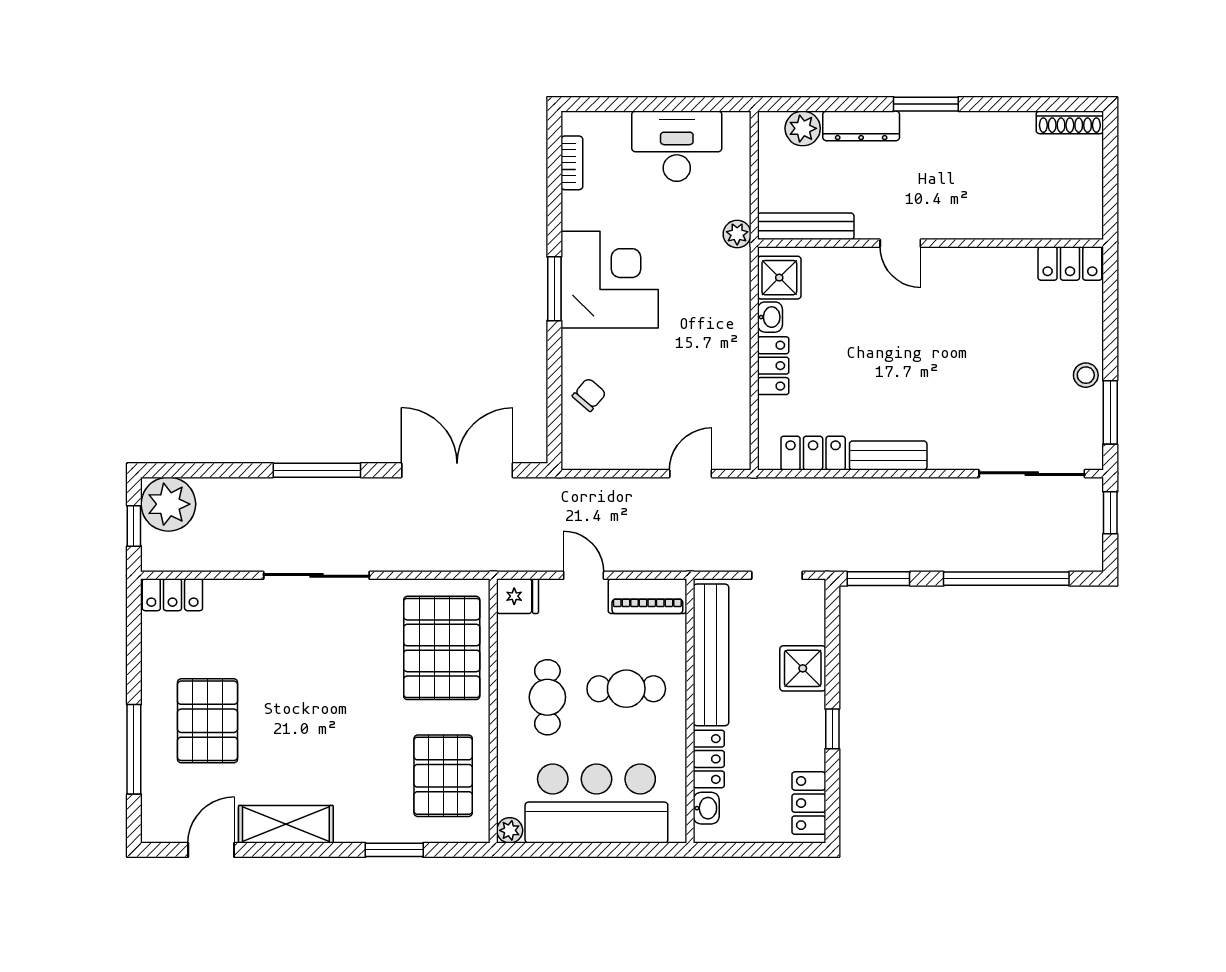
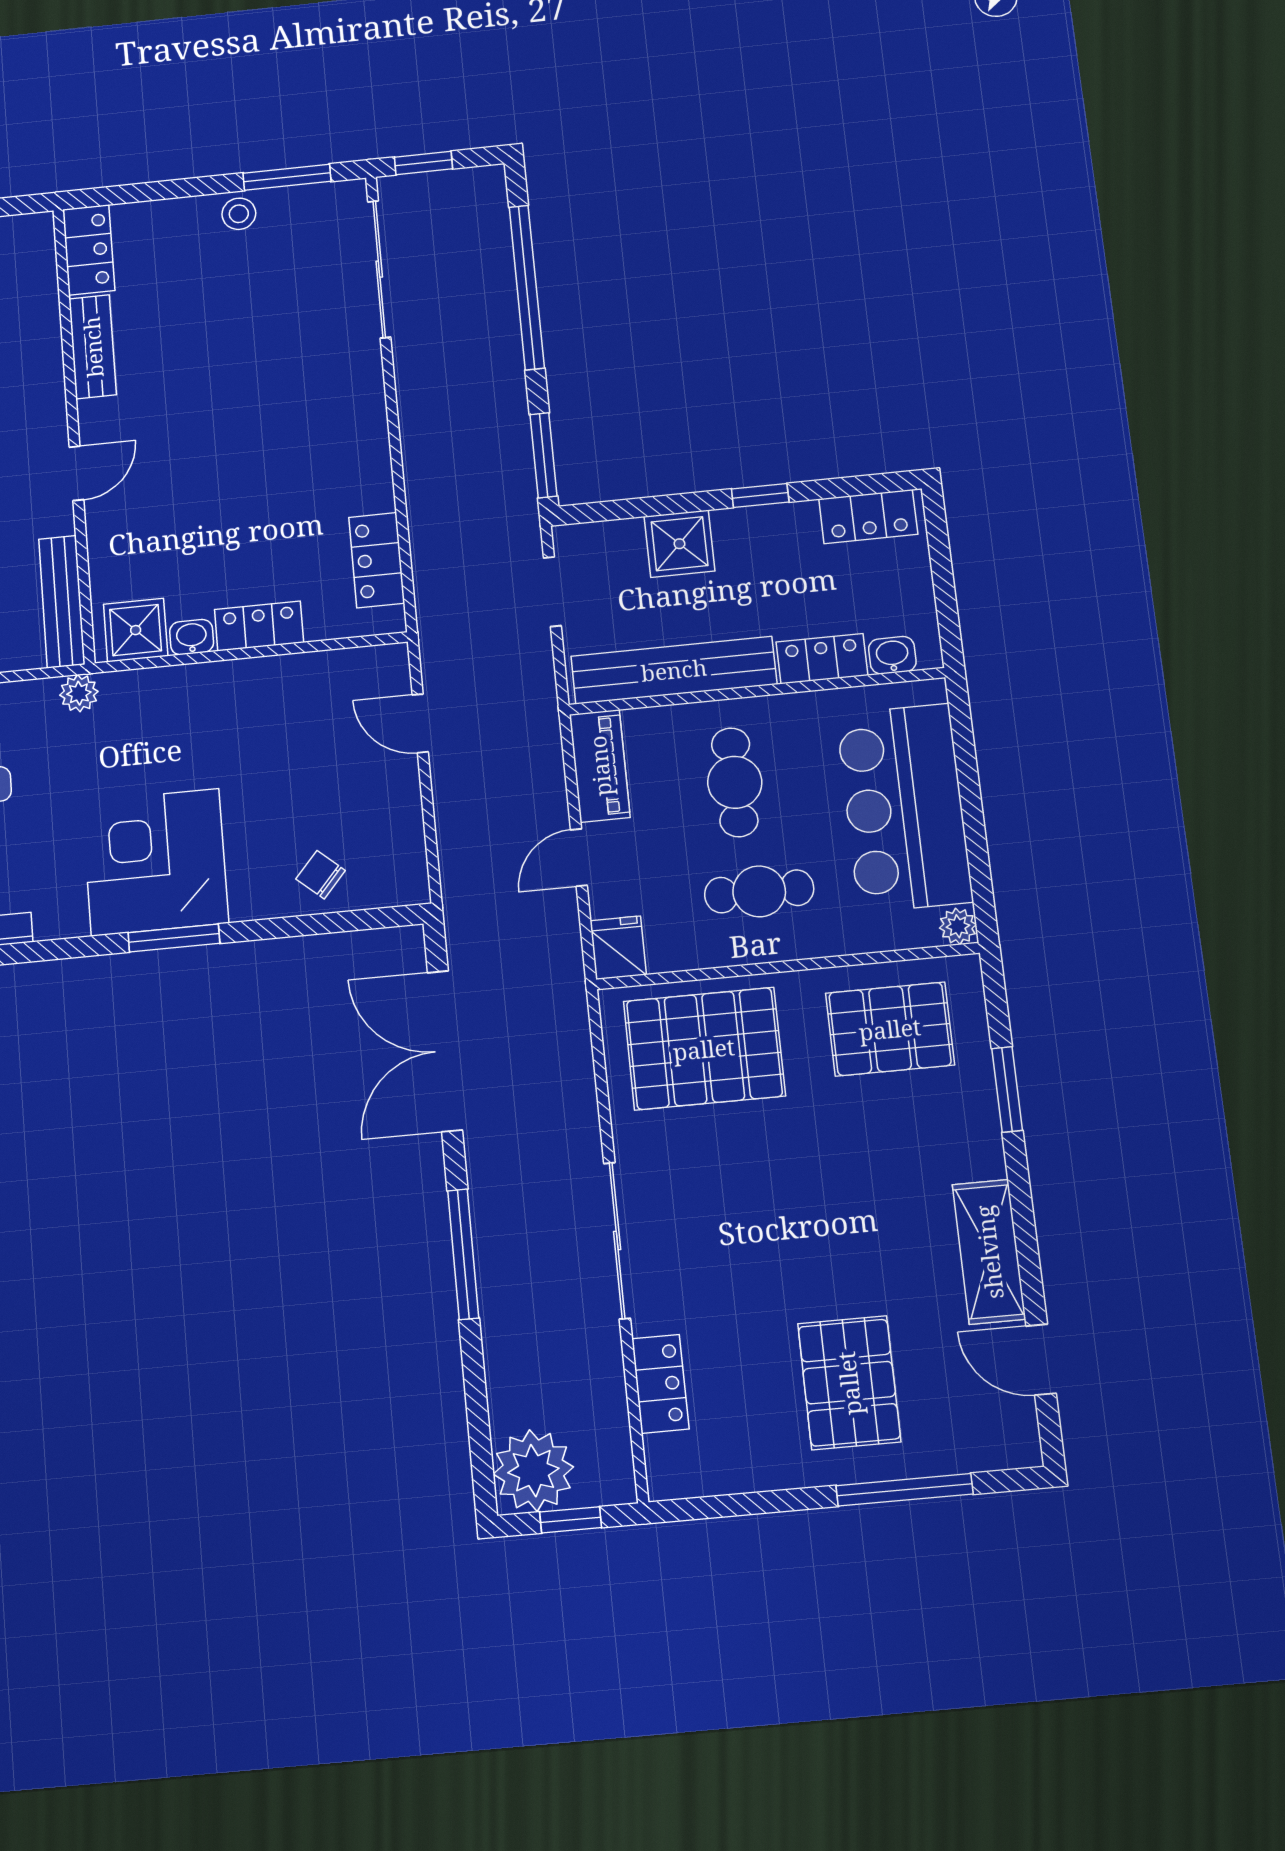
bench: (888, 456) -> (93, 347), moved
locker: (172, 595) -> (660, 1384), moved
pallet: (207, 721) -> (849, 1383), turned 90

